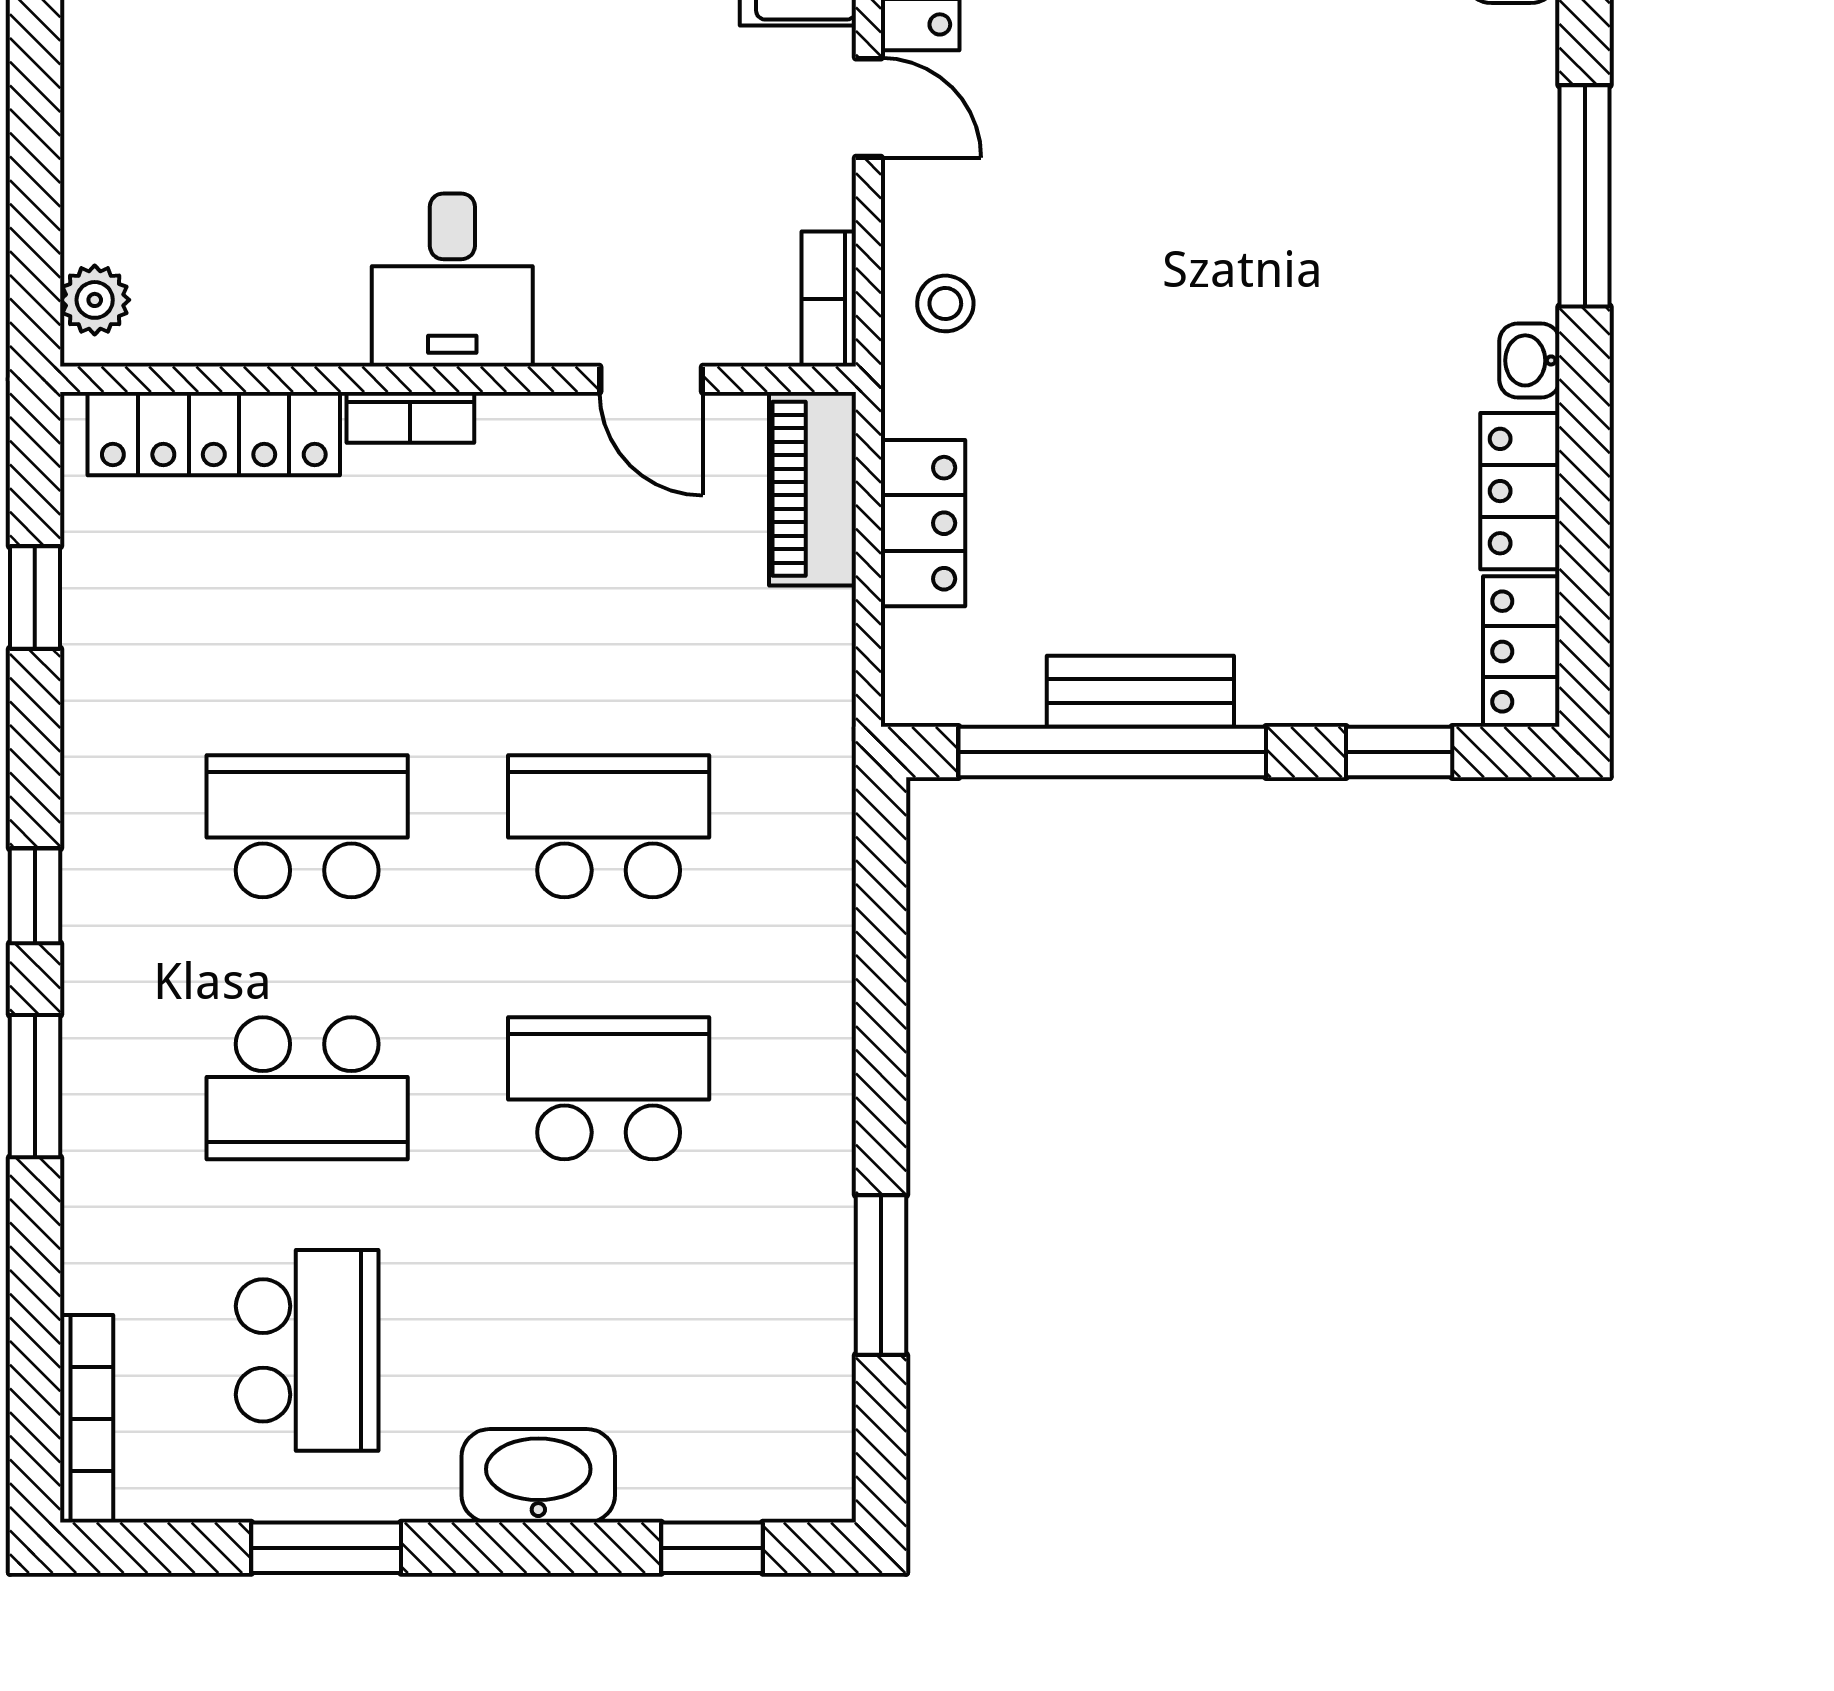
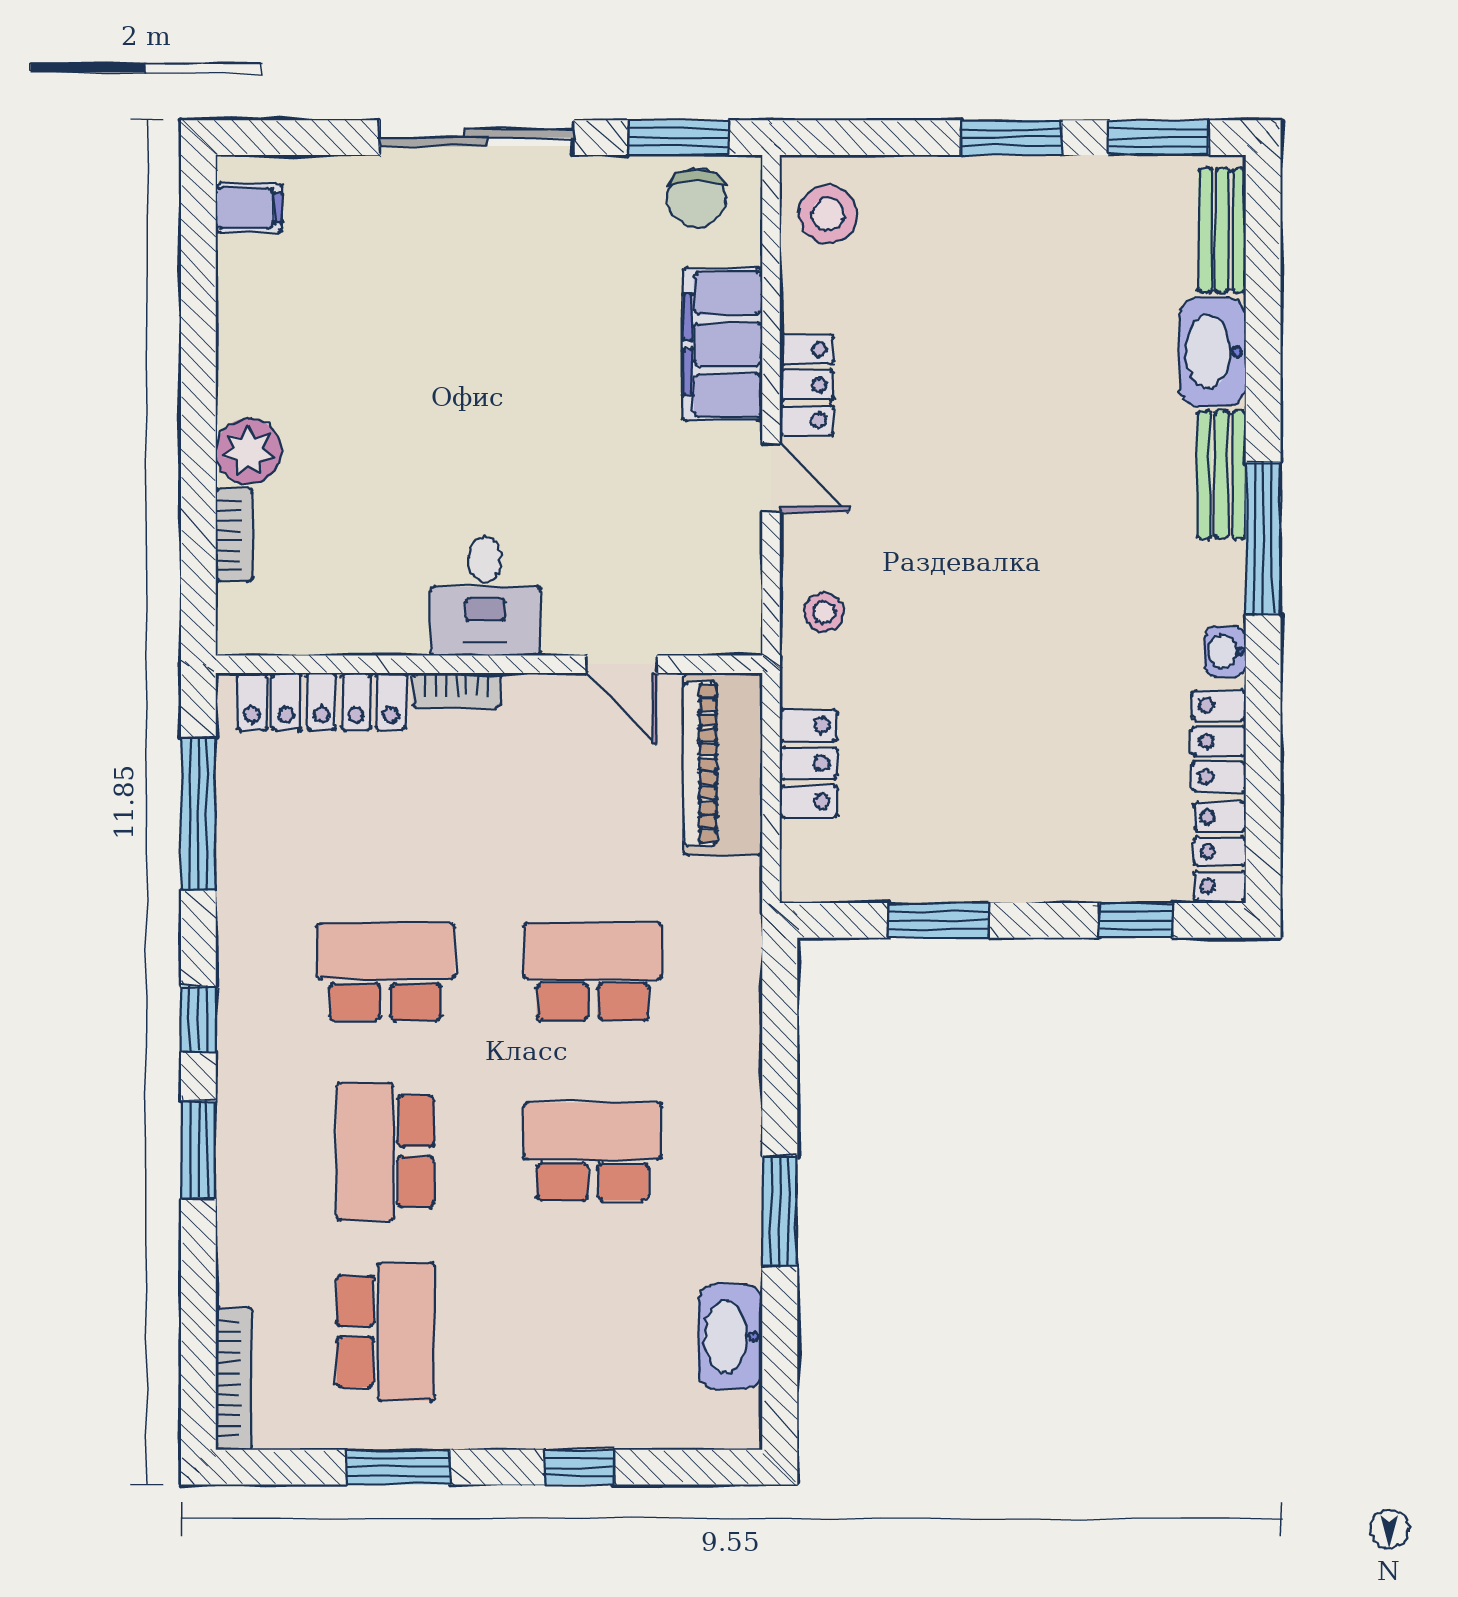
bookcase: (829, 299) -> (234, 535), moved, turned 180
plant: (95, 300) -> (248, 451), moved, width x1.38, depth x1.38
piano: (812, 489) -> (723, 764), width x1.37, depth x1.33
window: (35, 597) -> (198, 814), width x2.17
bench: (1140, 691) -> (1221, 475), moved, turned 90
window: (1112, 752) -> (939, 920), width x0.47
school desk: (307, 1088) -> (385, 1151), turned 90
window: (881, 1275) -> (780, 1211), moved
washbasin: (538, 1476) -> (730, 1337), moved, turned -90
window: (712, 1548) -> (579, 1467), moved

